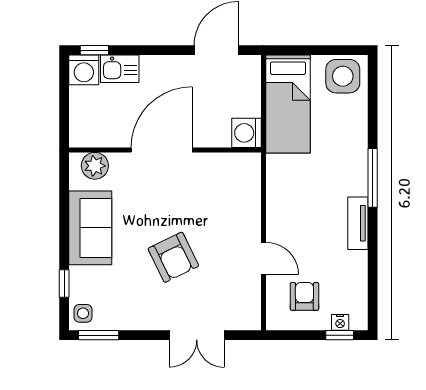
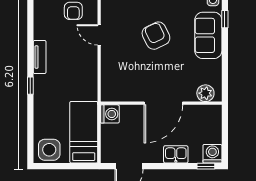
kitchen sink: (120, 69) -> (176, 154), moved
window: (373, 178) -> (30, 86), width x0.46
sofa: (90, 228) -> (208, 35), moved

